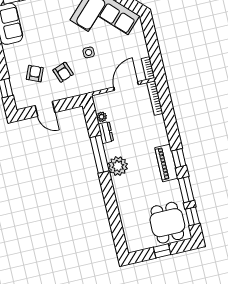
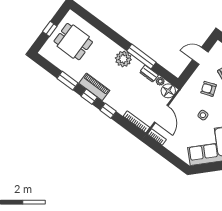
floor lamp: (102, 102) -> (168, 91), added
window: (192, 216) -> (108, 111), moved
dining table: (167, 223) -> (73, 42), moved

